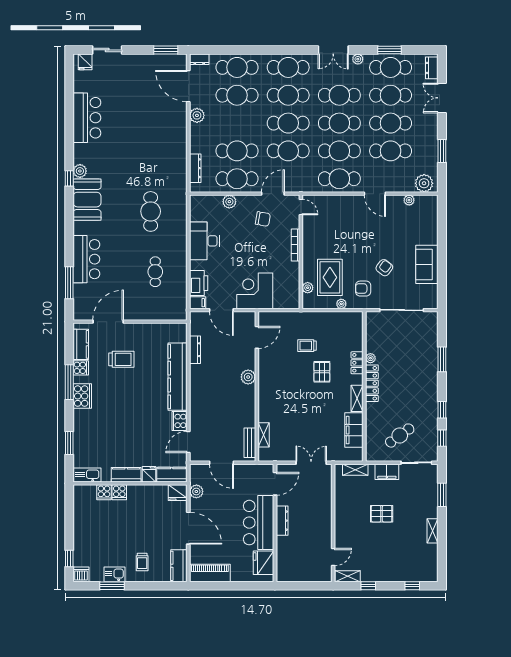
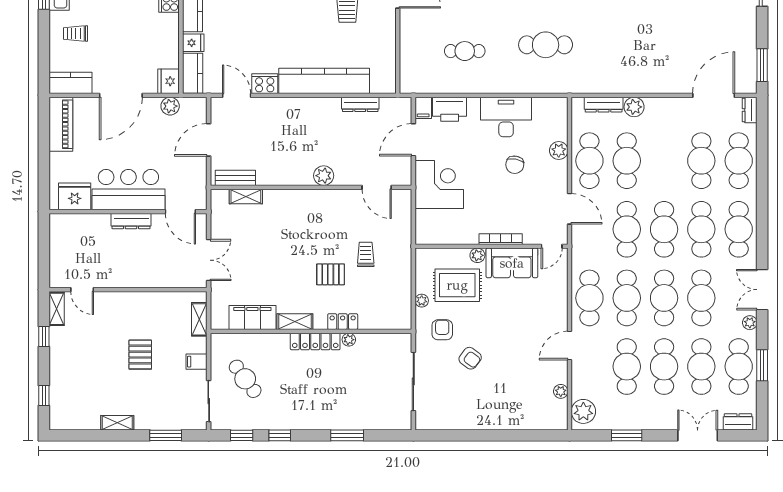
plant: (197, 115) -> (634, 107), moved
chair: (263, 219) -> (515, 165), moved
sofa: (427, 264) -> (512, 263), moved, turned 180
plant: (308, 288) -> (477, 255), moved
filing cabinet: (387, 472) -> (196, 362), width x0.50

